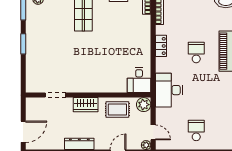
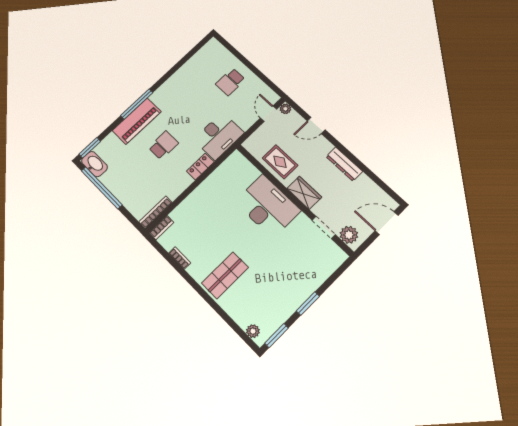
locker: (161, 46) -> (200, 167), moved
school desk: (196, 52) -> (163, 145), turned 180
desk: (139, 80) -> (268, 206), moved, width x1.87, depth x1.30
plant: (144, 105) -> (349, 235), moved

